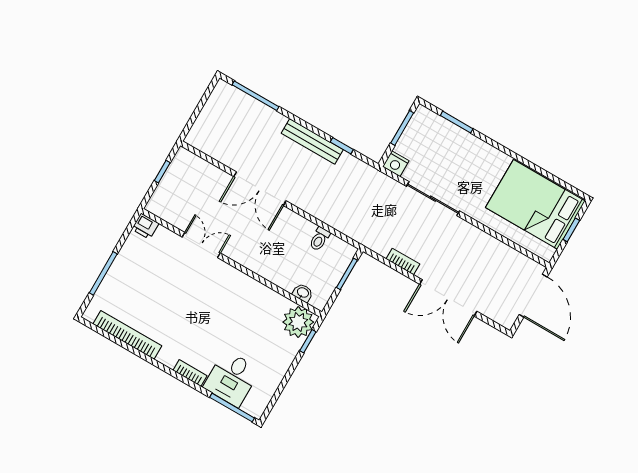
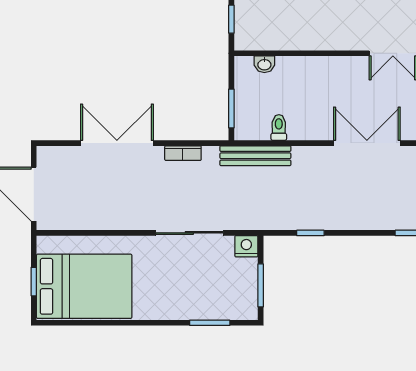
bench: (312, 141) -> (255, 156), moved
plant: (298, 322) -> (252, 33), removed

